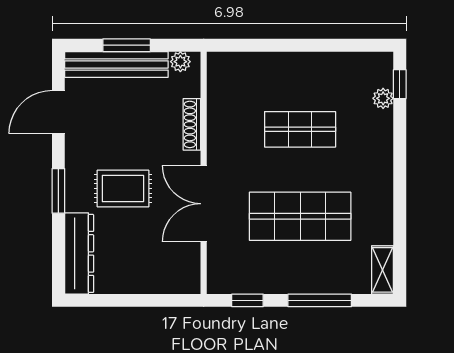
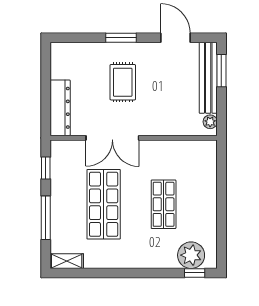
window: (127, 45) -> (221, 71), moved
plant: (383, 98) -> (191, 255), width x1.88, depth x1.88
shoe rack: (192, 124) -> (167, 130), removed
double door: (204, 204) -> (112, 138), swing flipped
dresser: (79, 253) -> (60, 108), moved, turned -90

